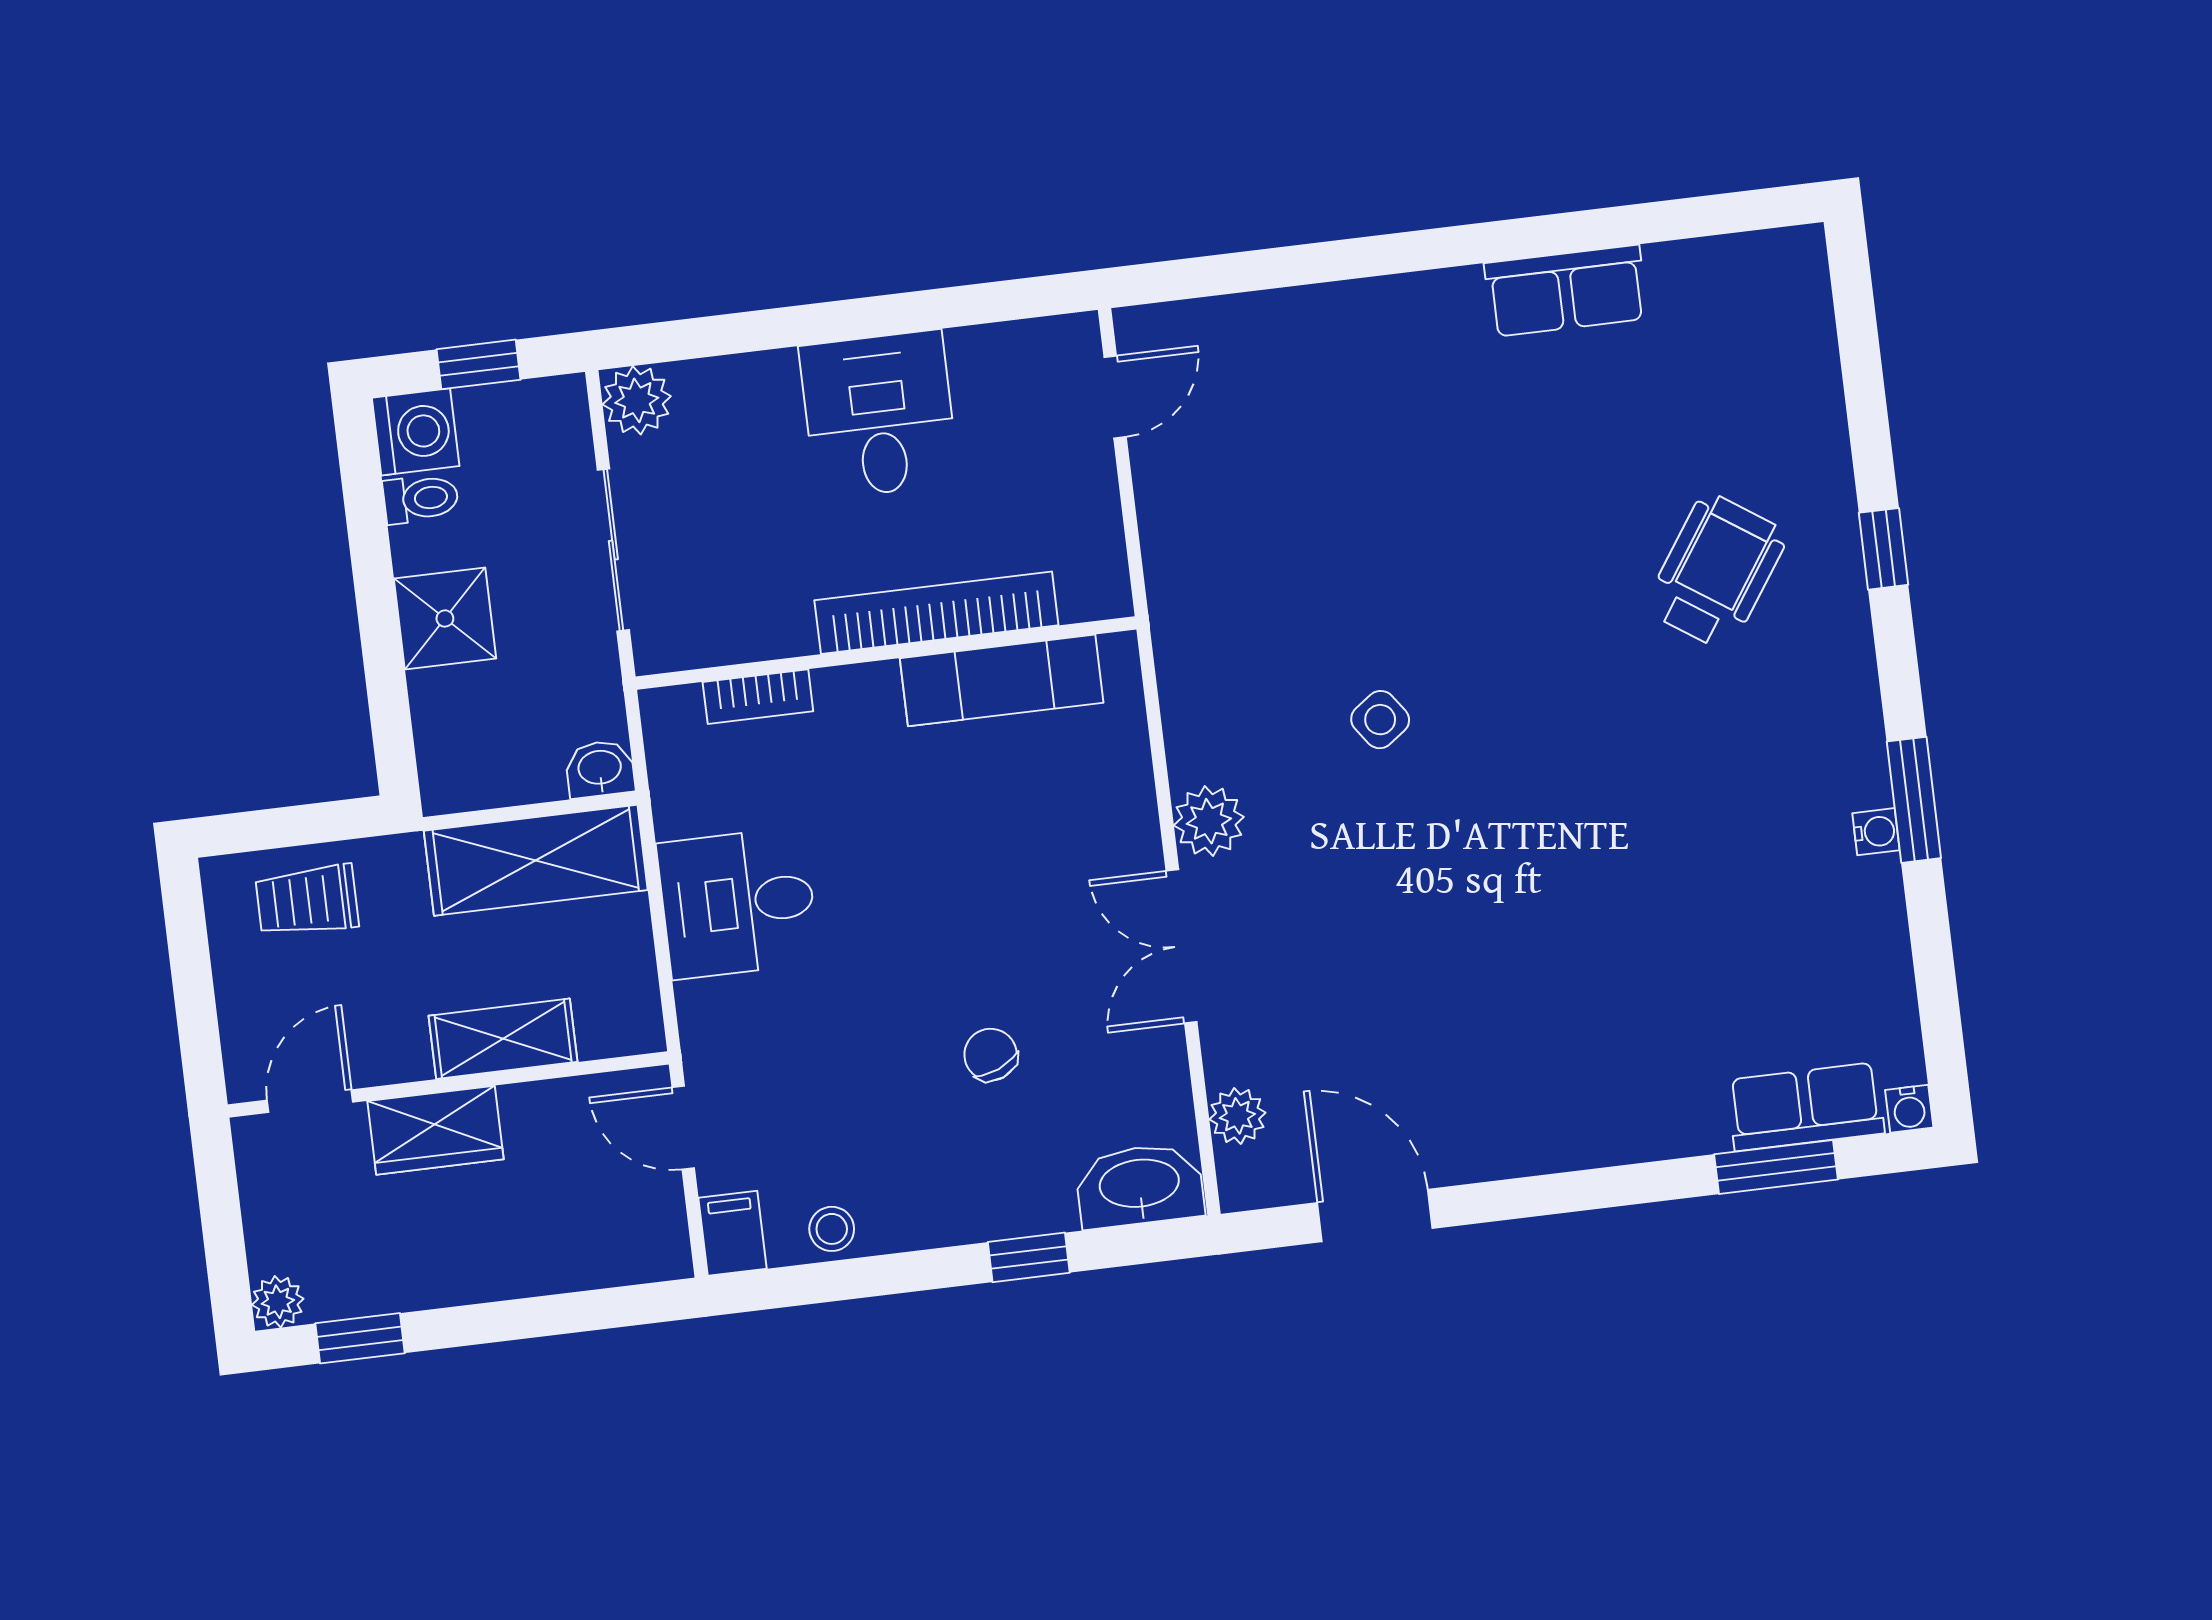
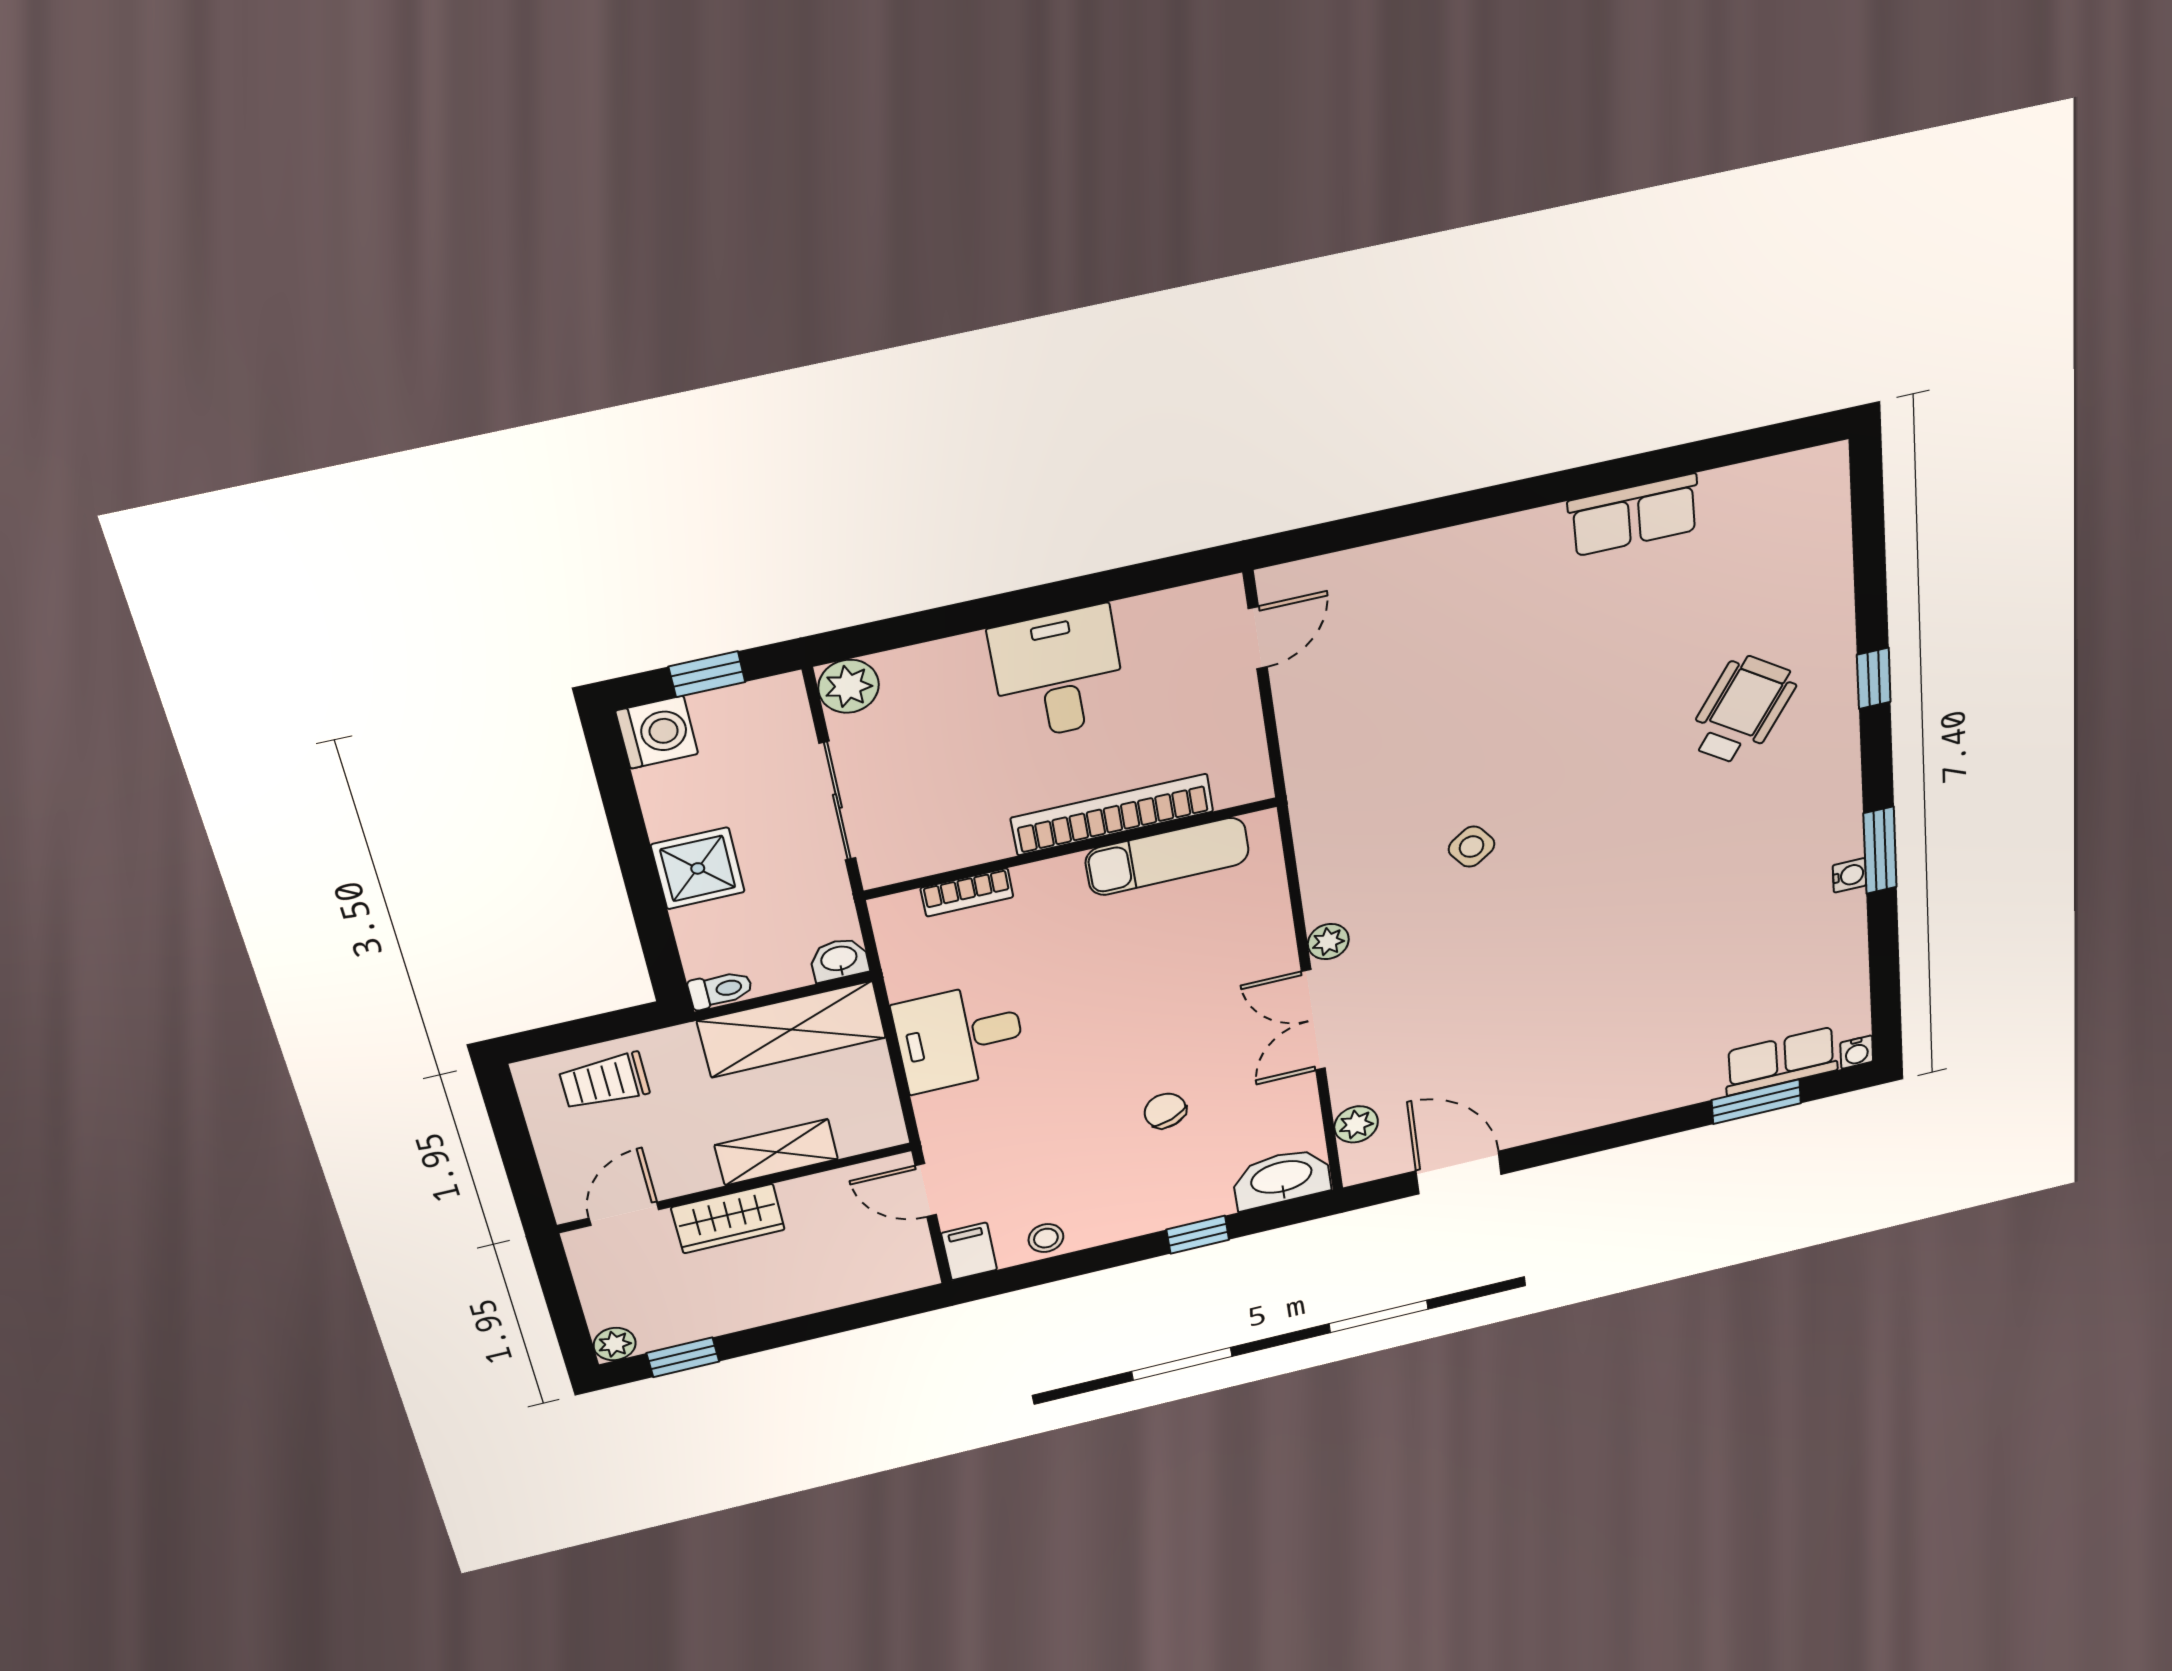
toilet: (421, 499) -> (720, 990), moved
plant: (1209, 821) -> (1328, 942), width x0.73, depth x0.73

